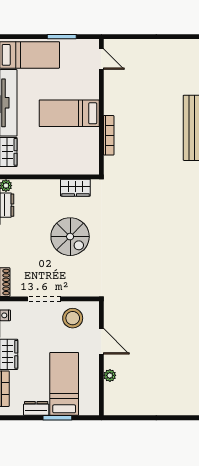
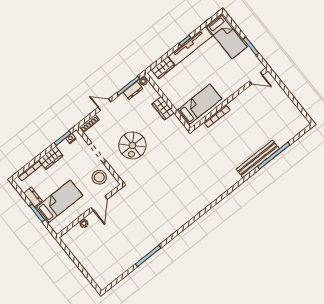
door: (101, 59) -> (256, 78), hinge flipped
bed: (69, 113) -> (199, 105), moved, turned 90
wardrobe: (75, 188) -> (163, 108), moved
spiral stairs: (70, 237) -> (132, 145), moved

